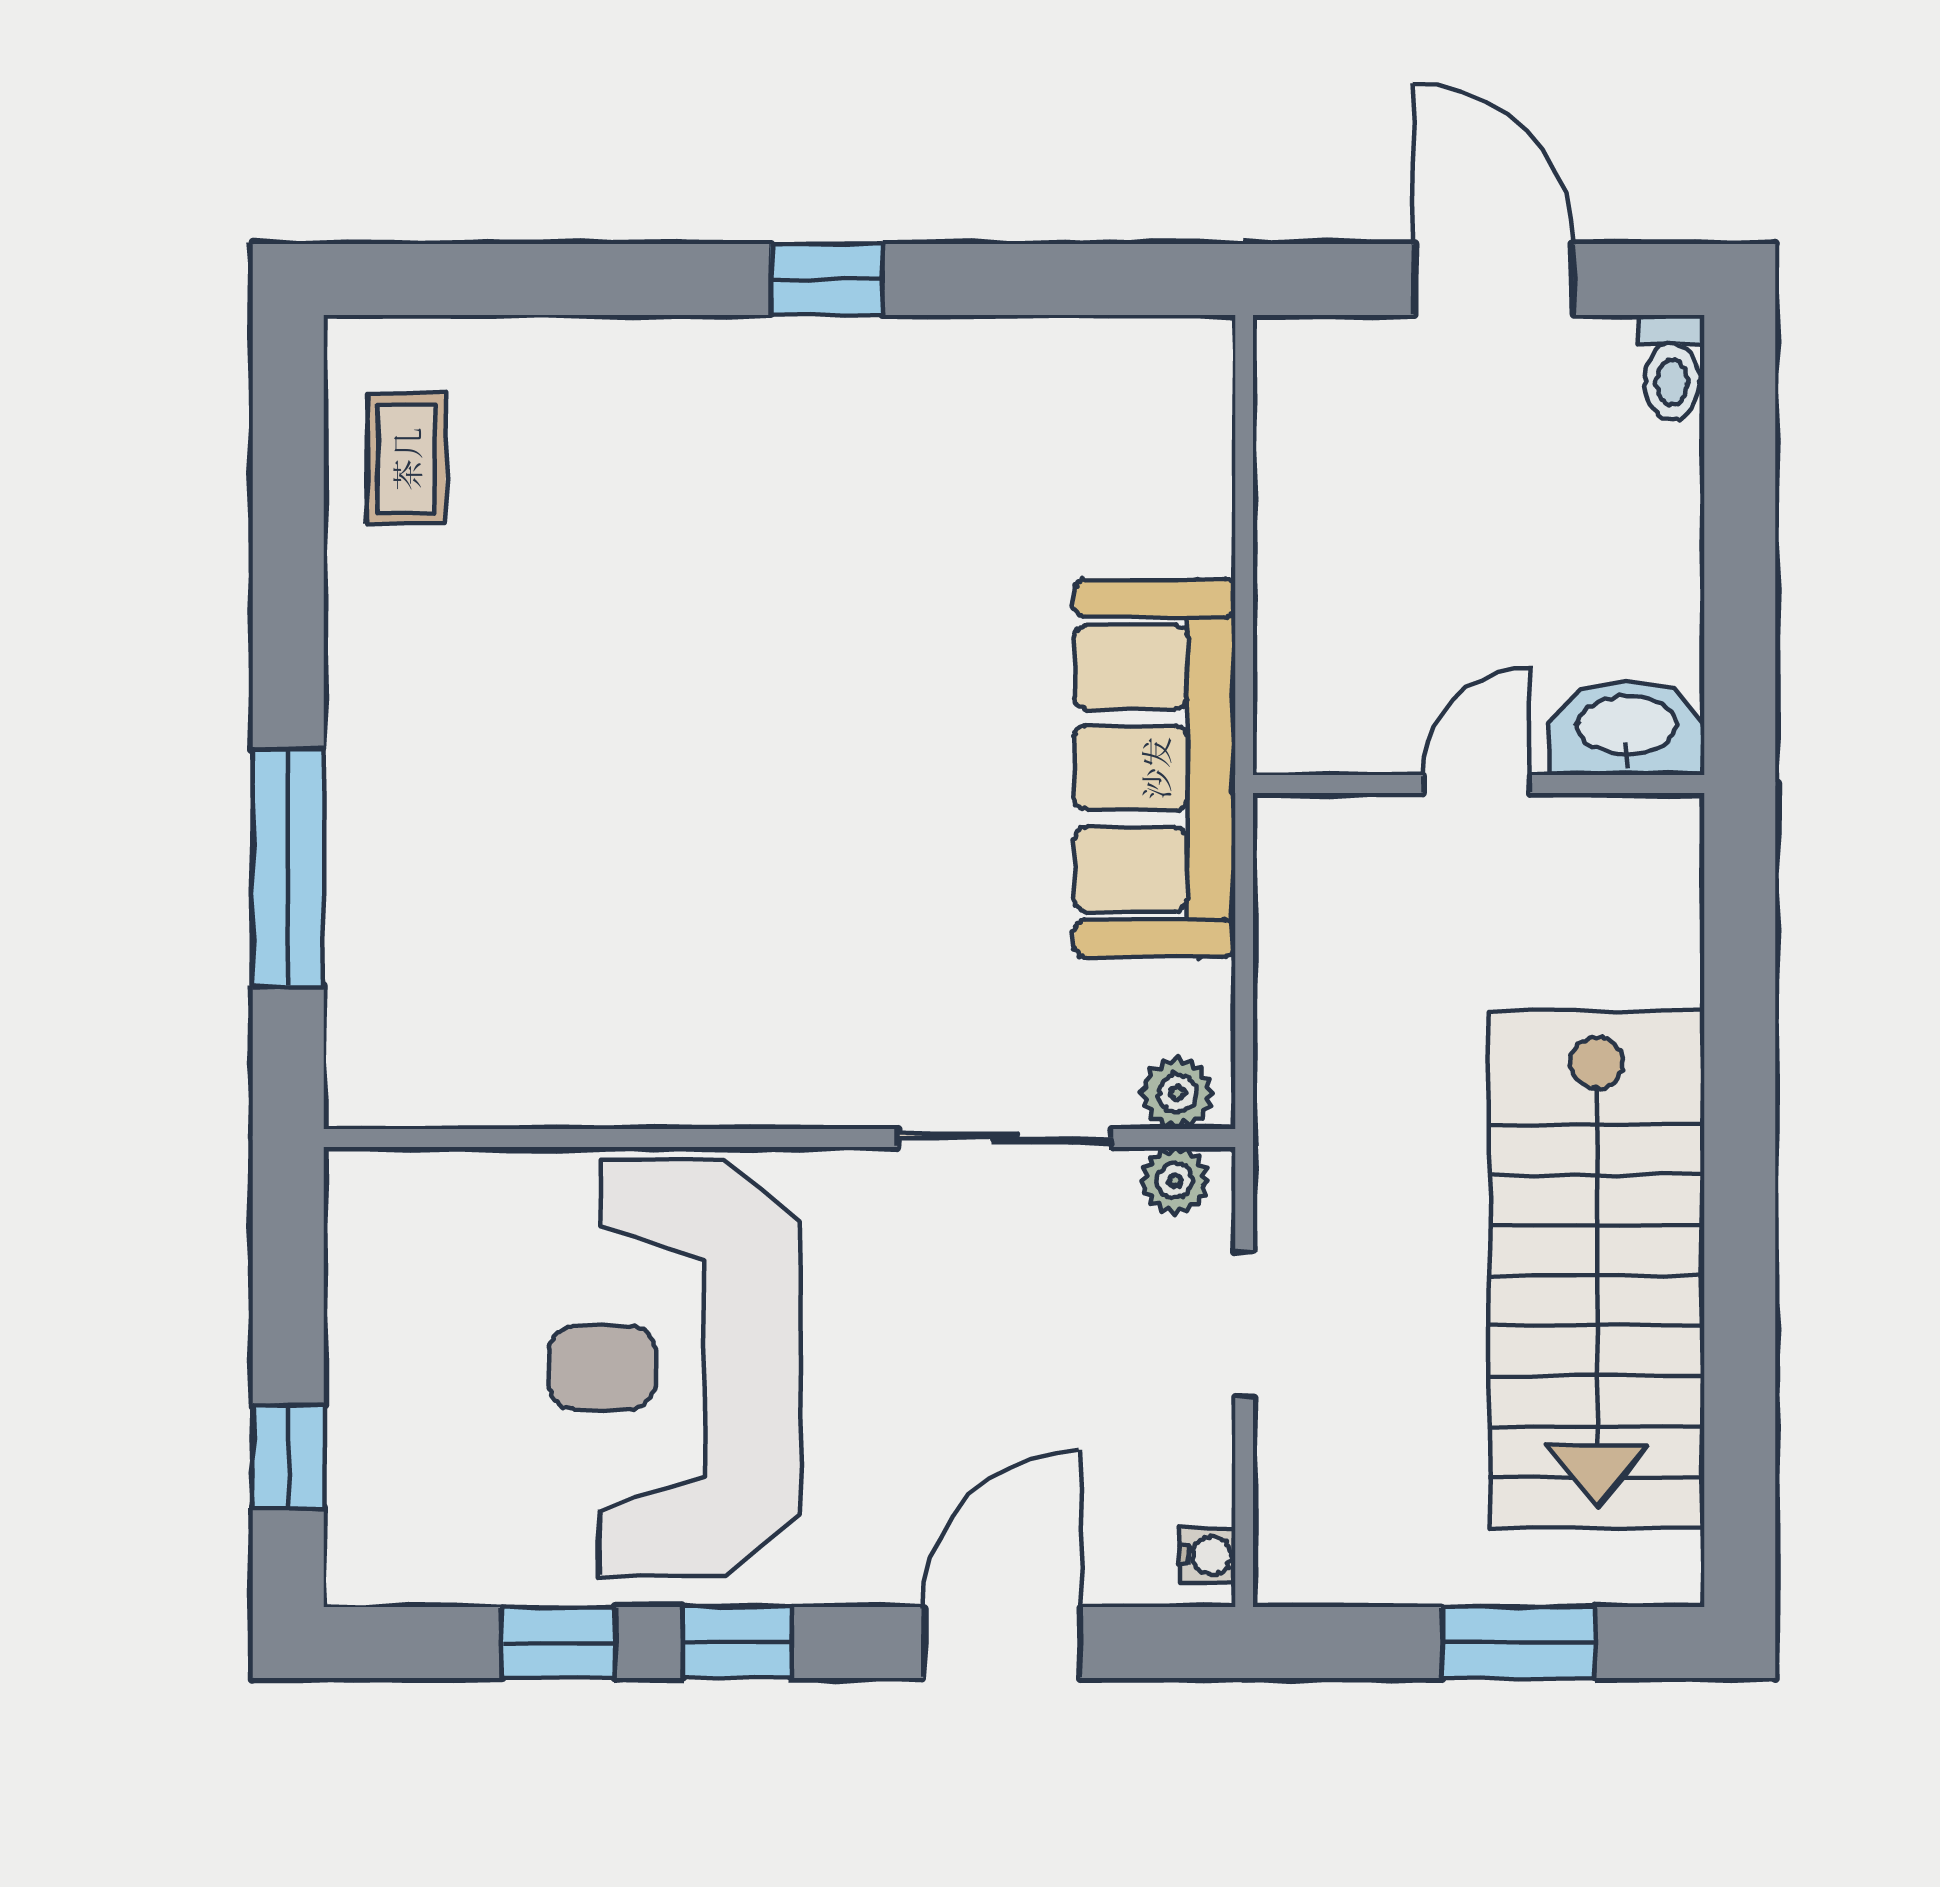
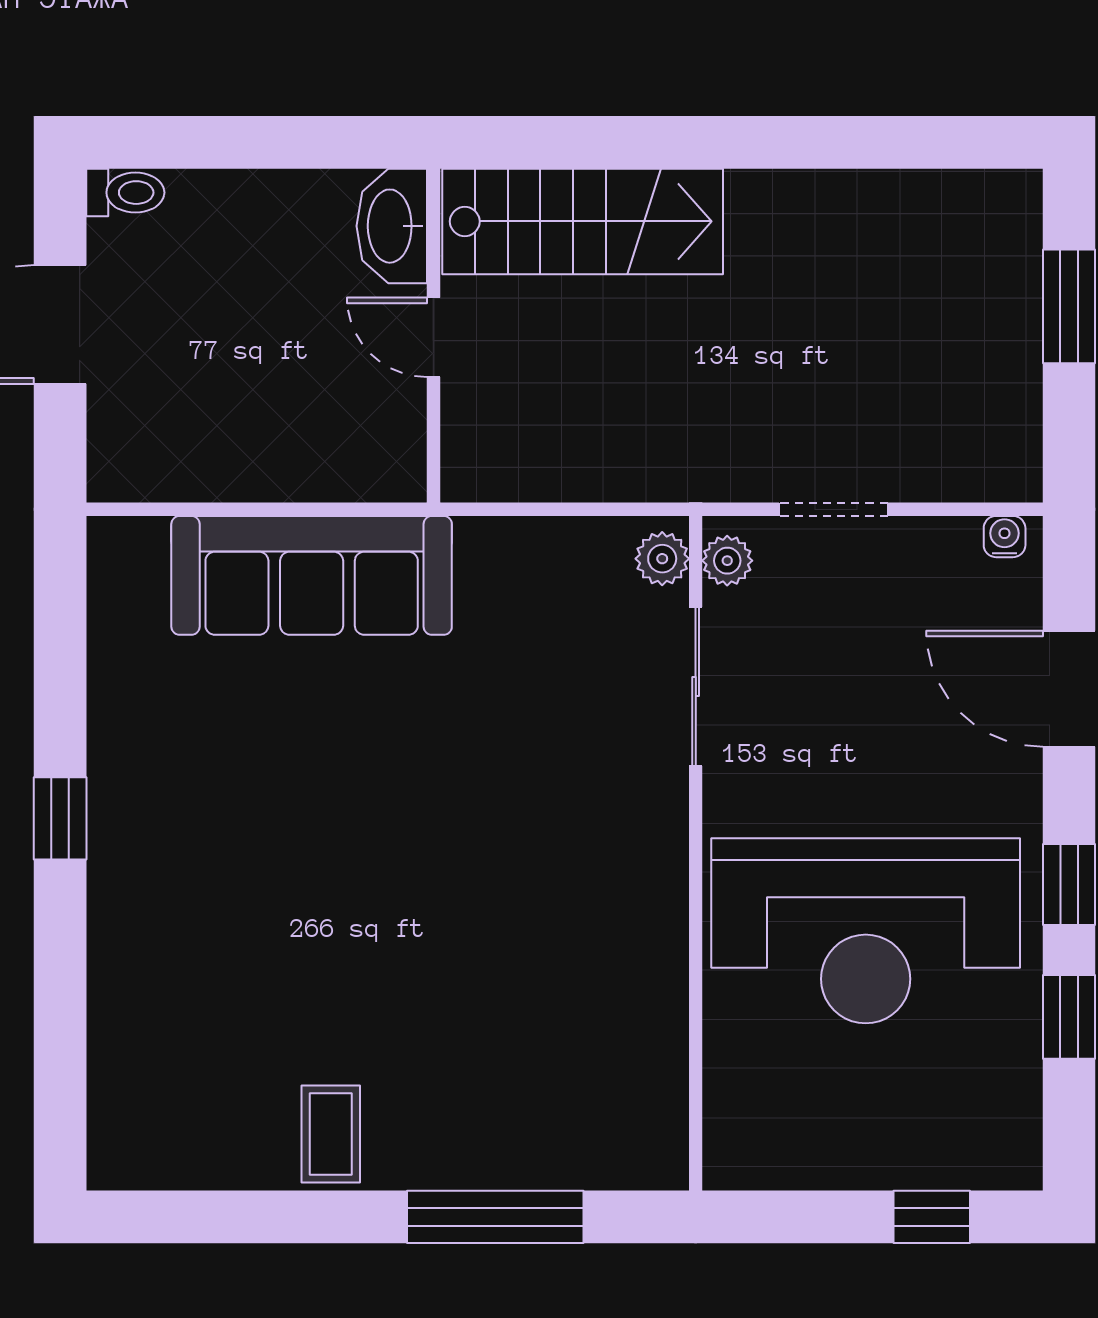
coffee table: (406, 459) -> (331, 1134), moved, turned 90
sofa: (1155, 768) -> (312, 575), moved
stairs: (1597, 1269) -> (583, 221), moved, width x0.73, depth x0.66

